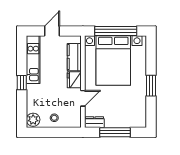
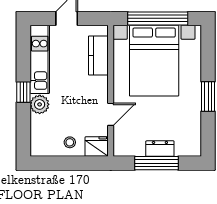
fridge: (74, 80) -> (97, 147), moved, turned 90
plant: (33, 120) -> (40, 104), moved
dresser: (94, 122) -> (160, 149), moved

